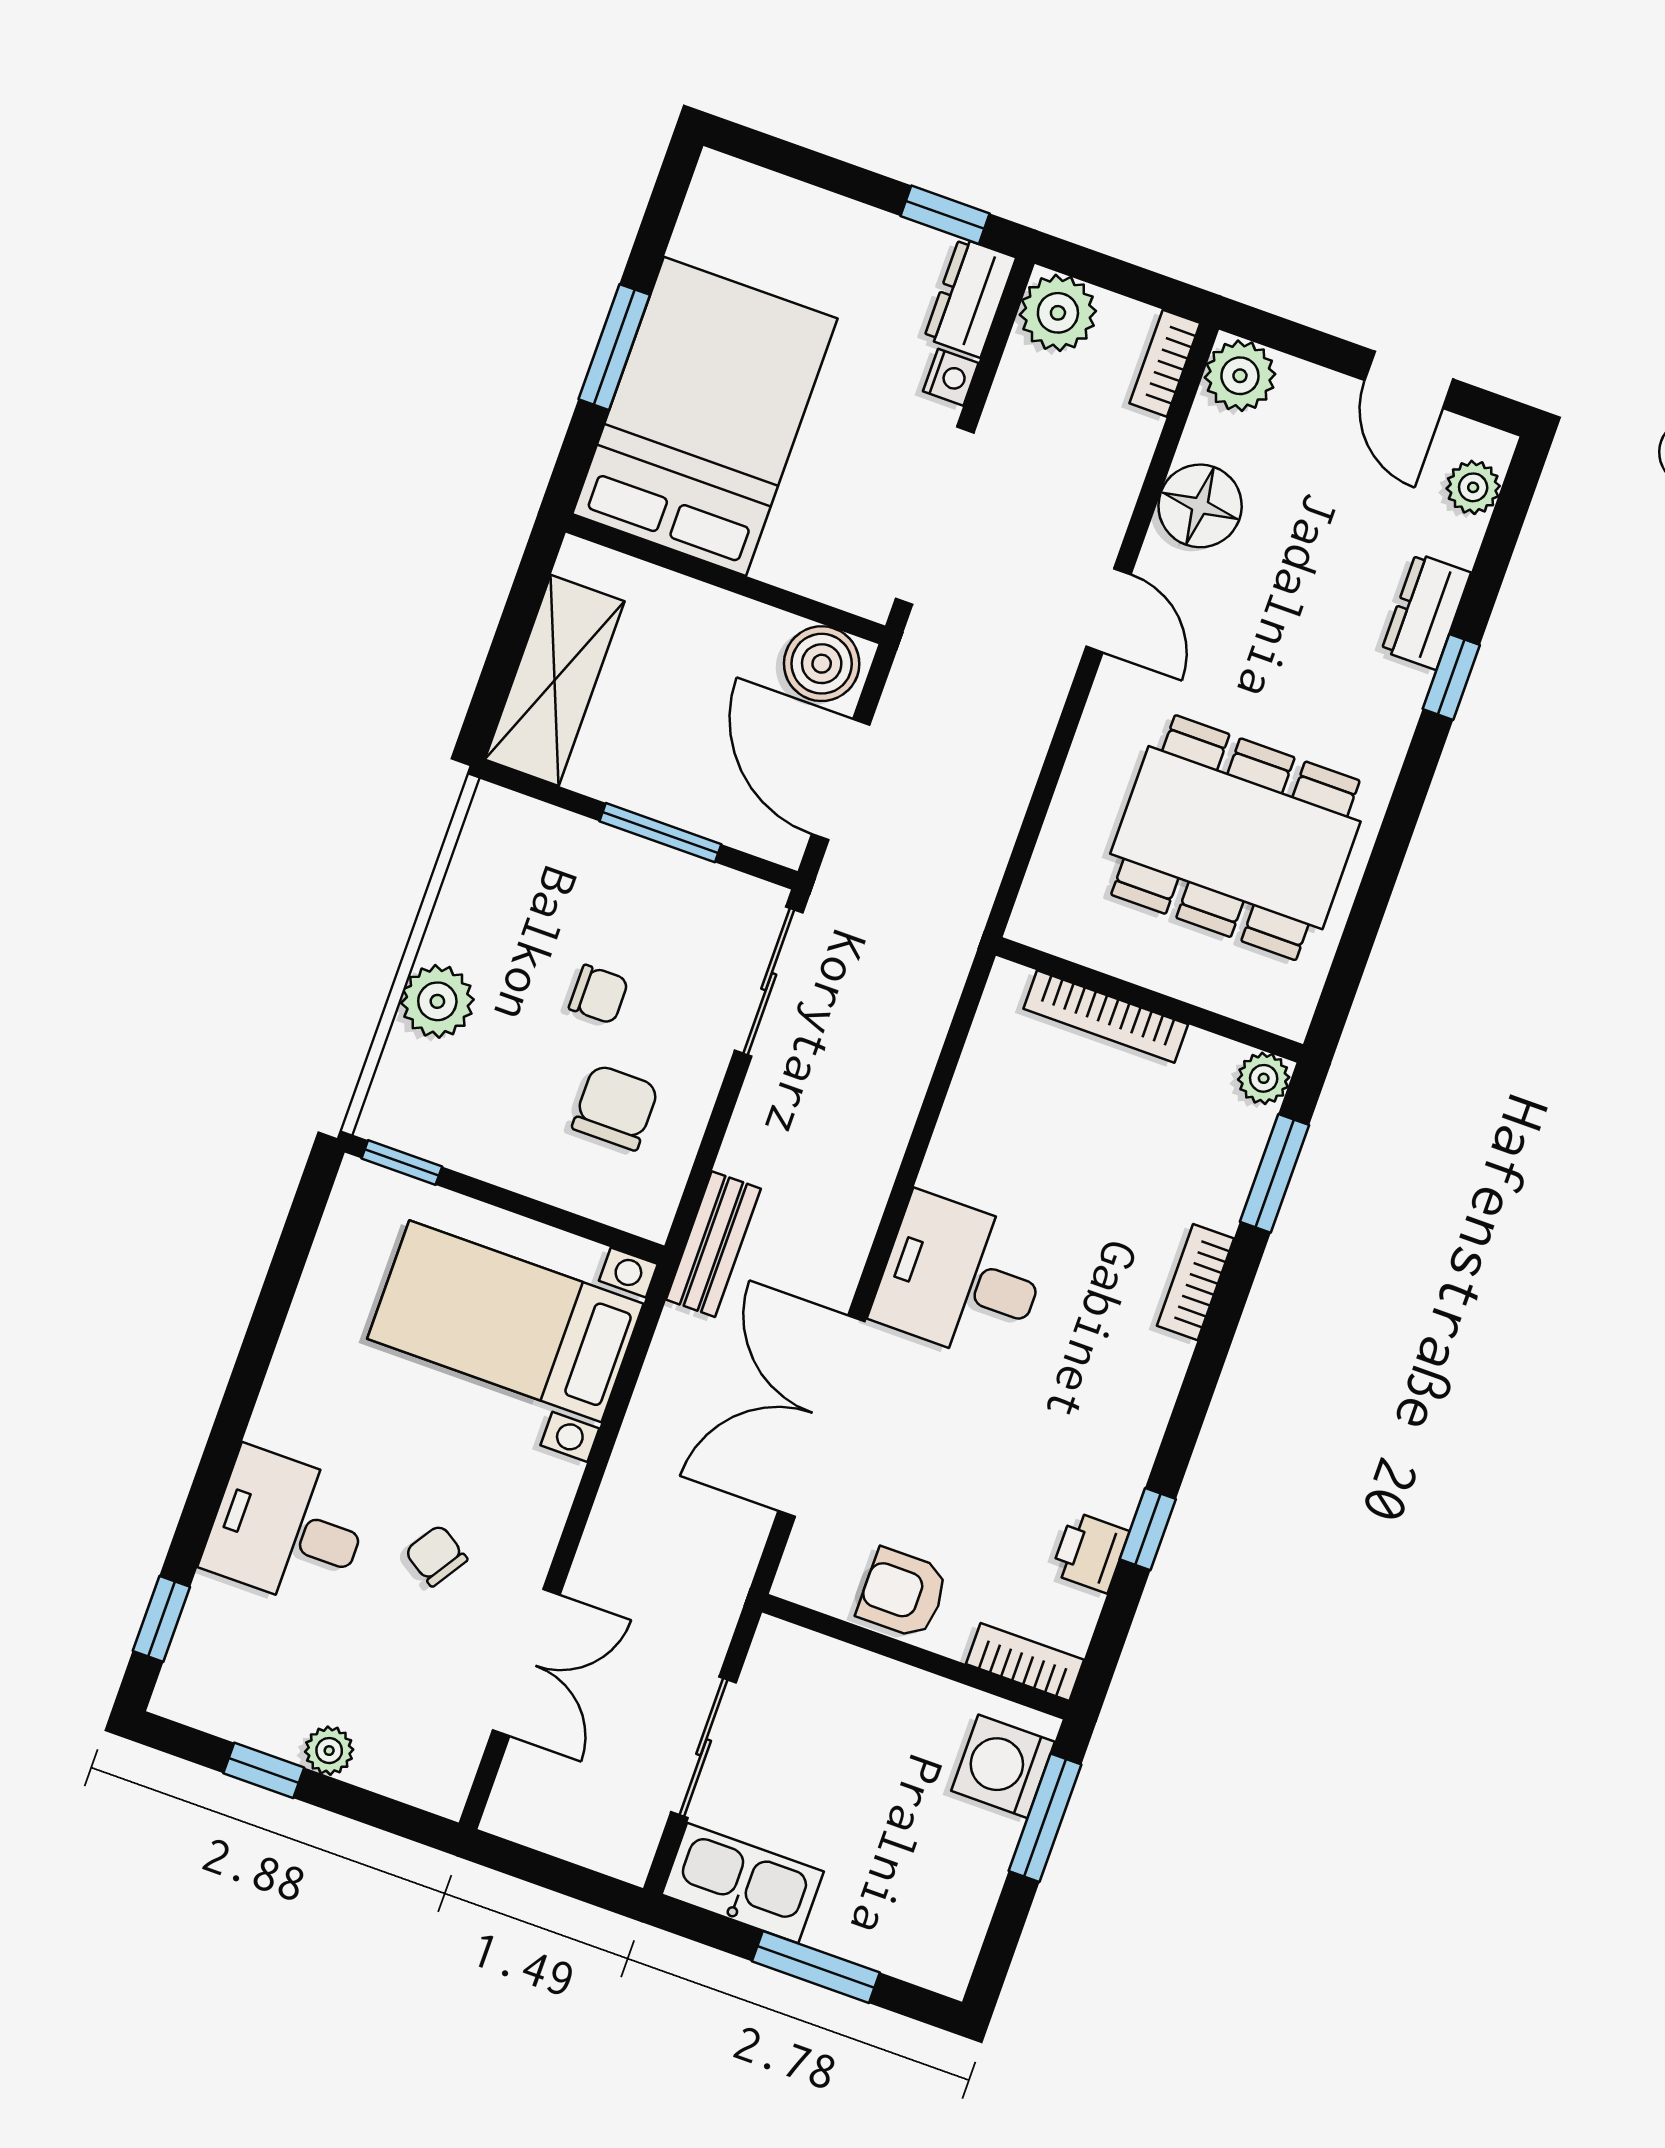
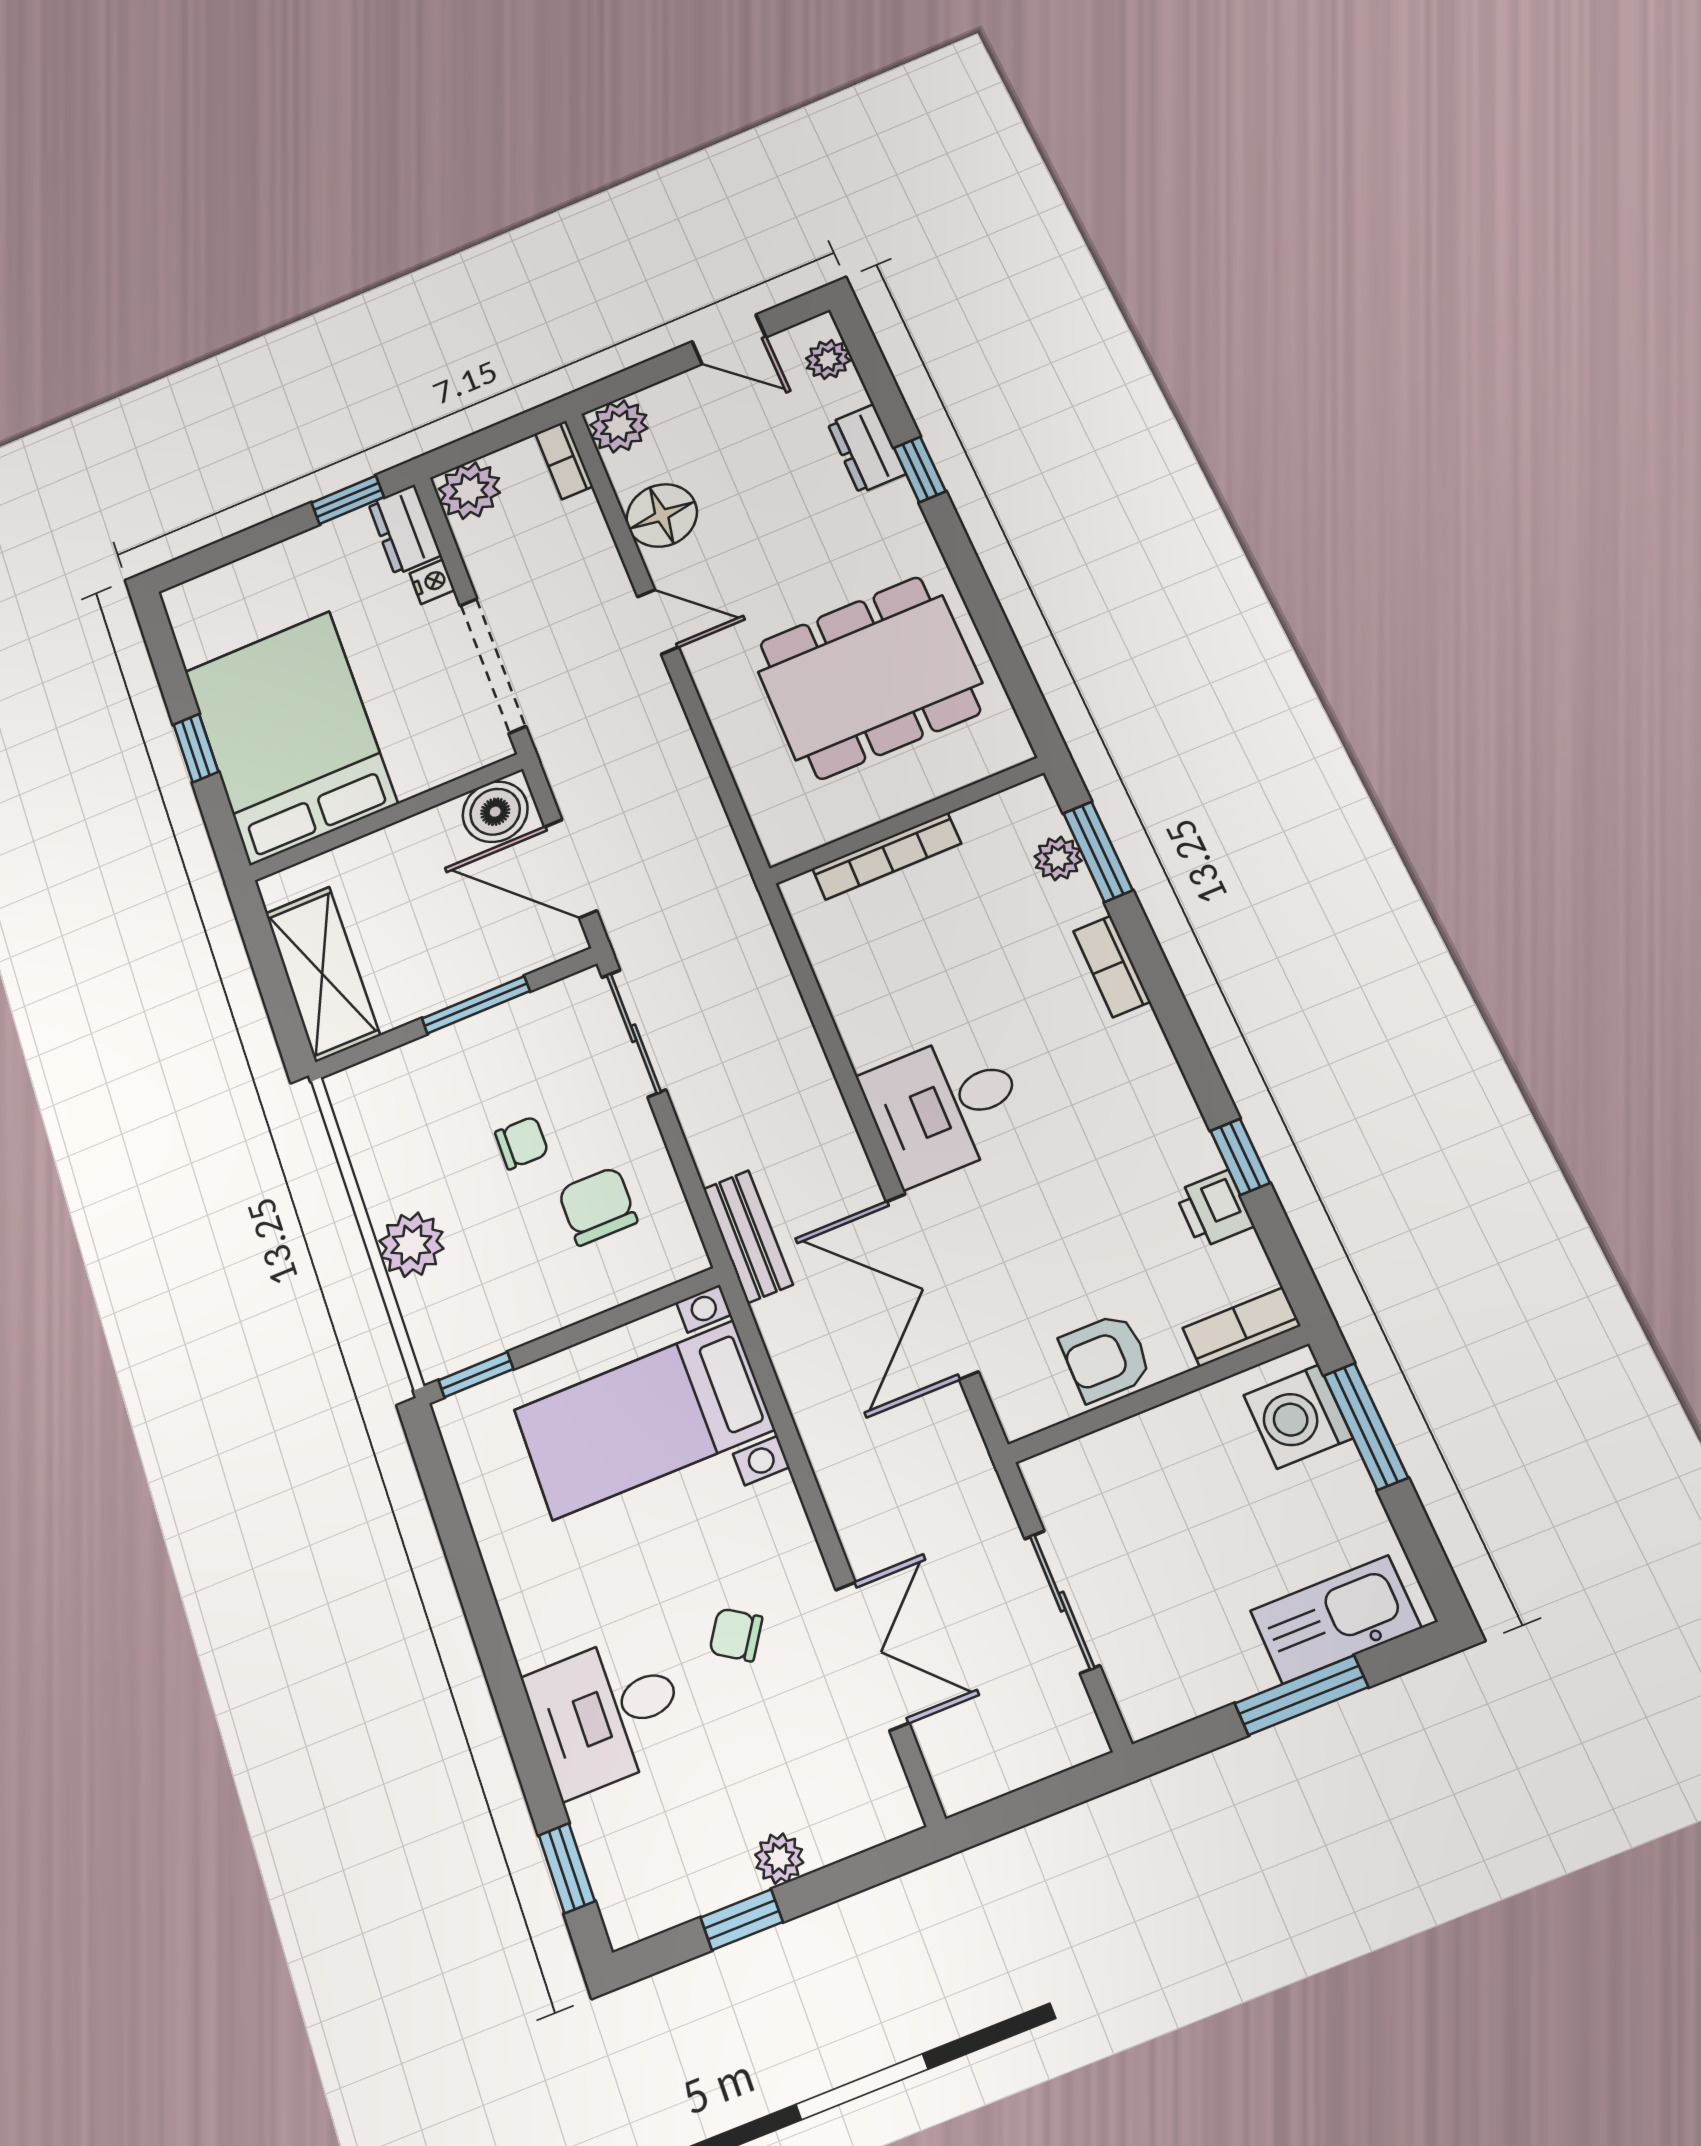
window: (614, 347) -> (196, 748), width x0.67
plant: (1264, 1078) -> (1058, 858), moved
kitchen sink: (743, 1883) -> (1336, 1619), moved

